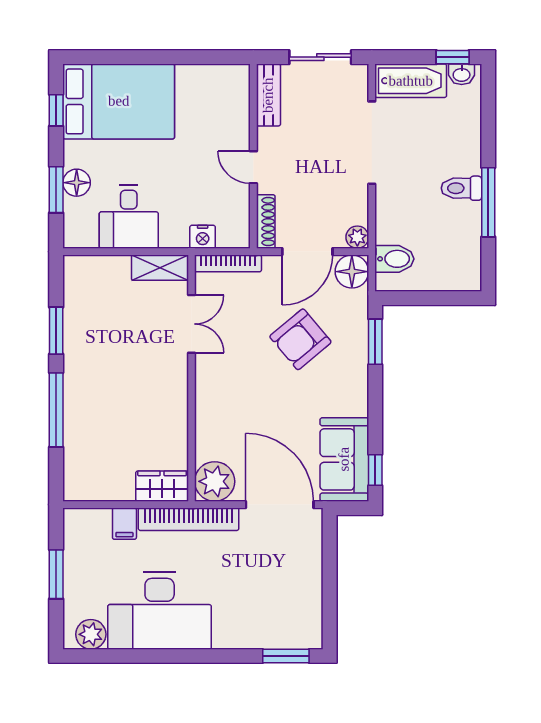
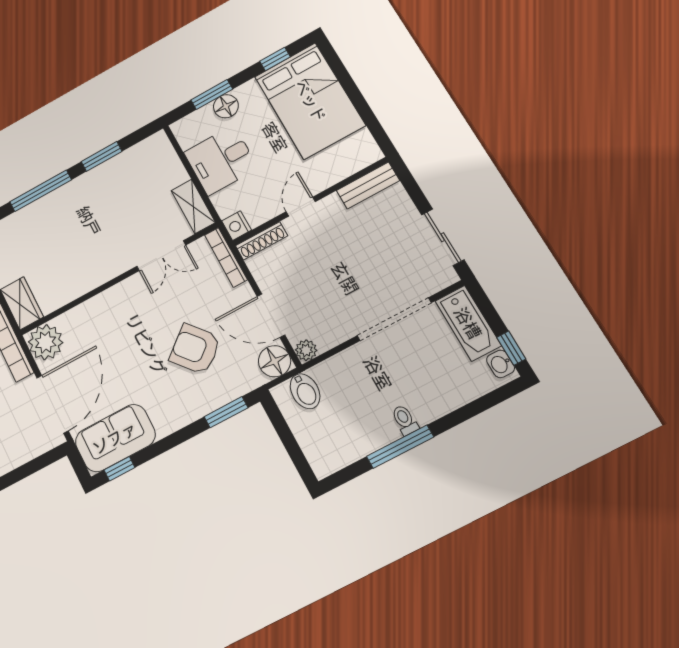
bench: (268, 95) -> (368, 186), moved
wall: (253, 156) -> (310, 202), moved
door: (253, 167) -> (301, 207), moved
toilet: (461, 188) -> (405, 420), width x0.73, depth x0.72
shoe rack: (266, 222) -> (261, 241), moved

